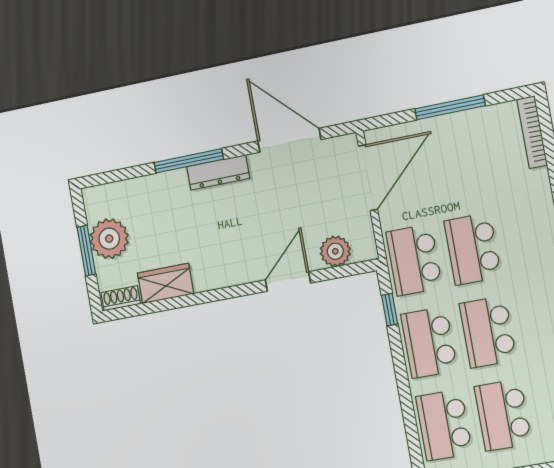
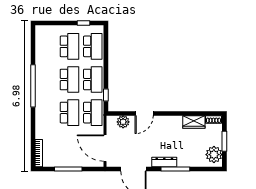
door: (368, 178) -> (105, 148), hinge flipped
plant: (109, 239) -> (214, 155), moved

